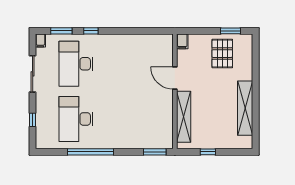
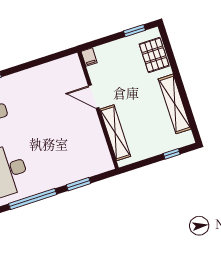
pallet: (222, 54) -> (154, 55), moved
window: (155, 152) -> (79, 184), moved
window: (208, 152) -> (172, 154), moved

